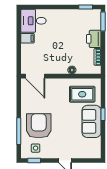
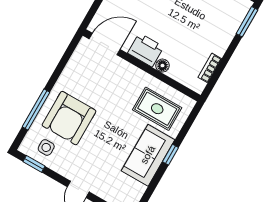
printer: (94, 39) -> (146, 50), moved, turned 90
door: (35, 76) -> (105, 44), swing flipped
armchair: (39, 126) -> (69, 118), turned 180

